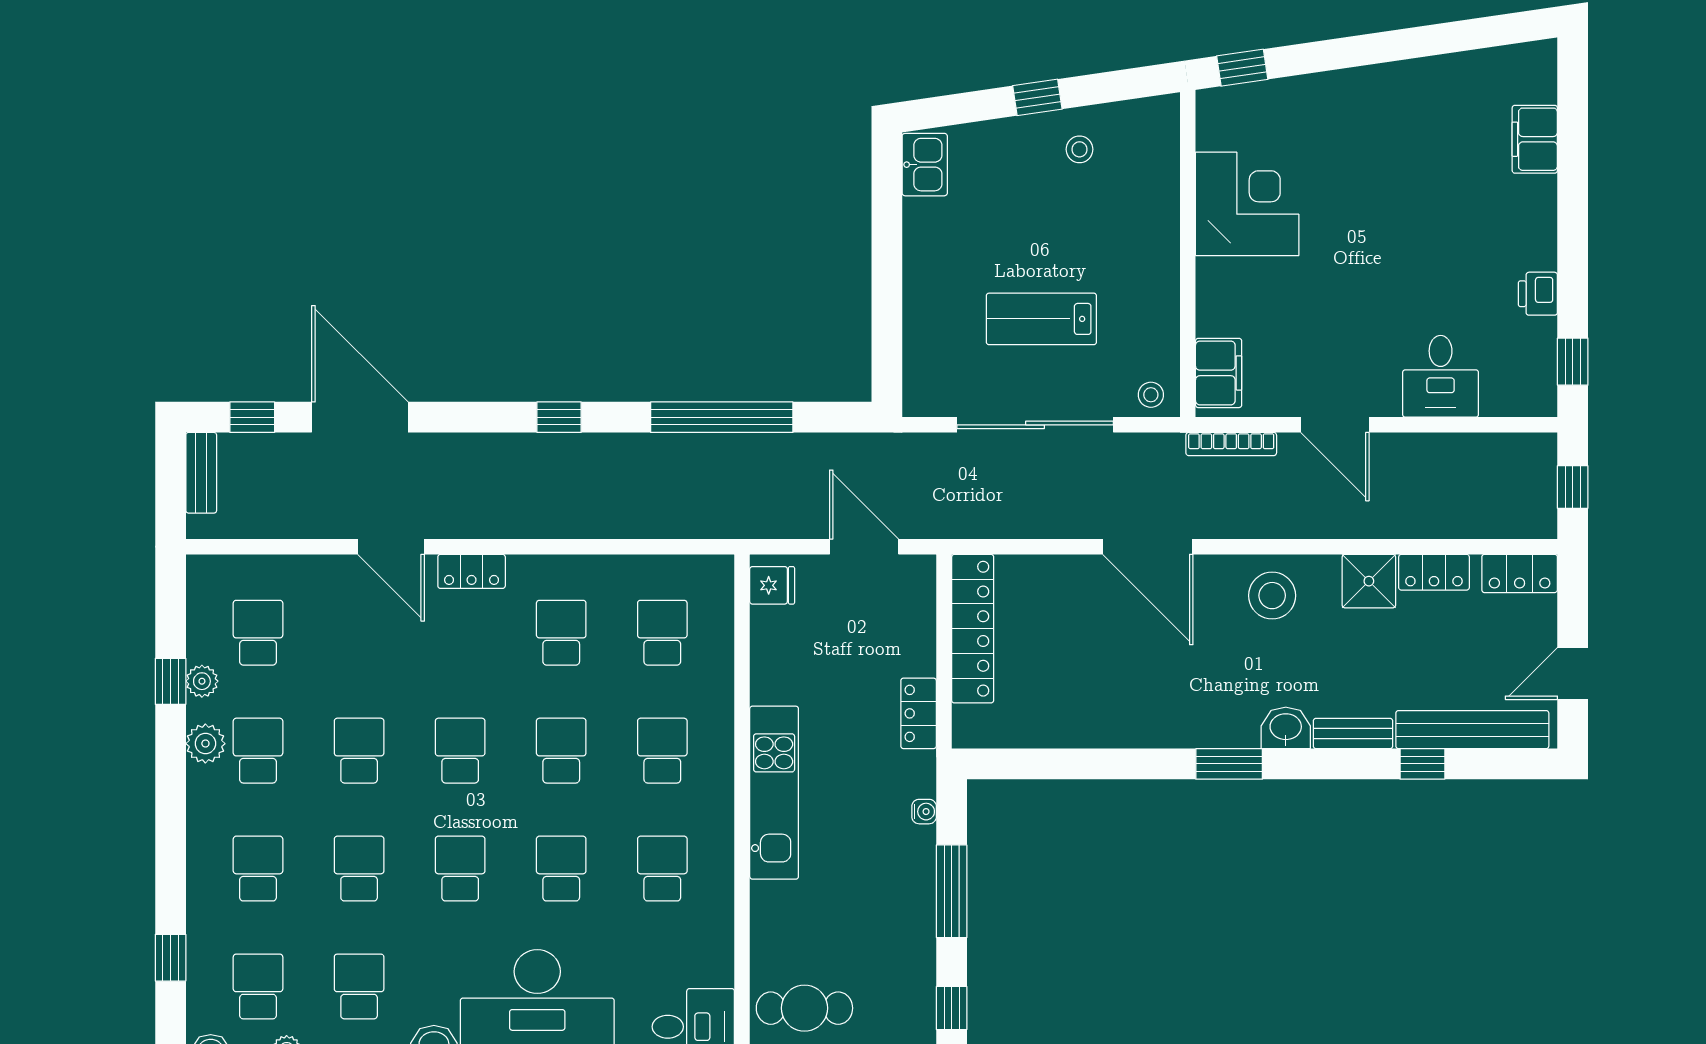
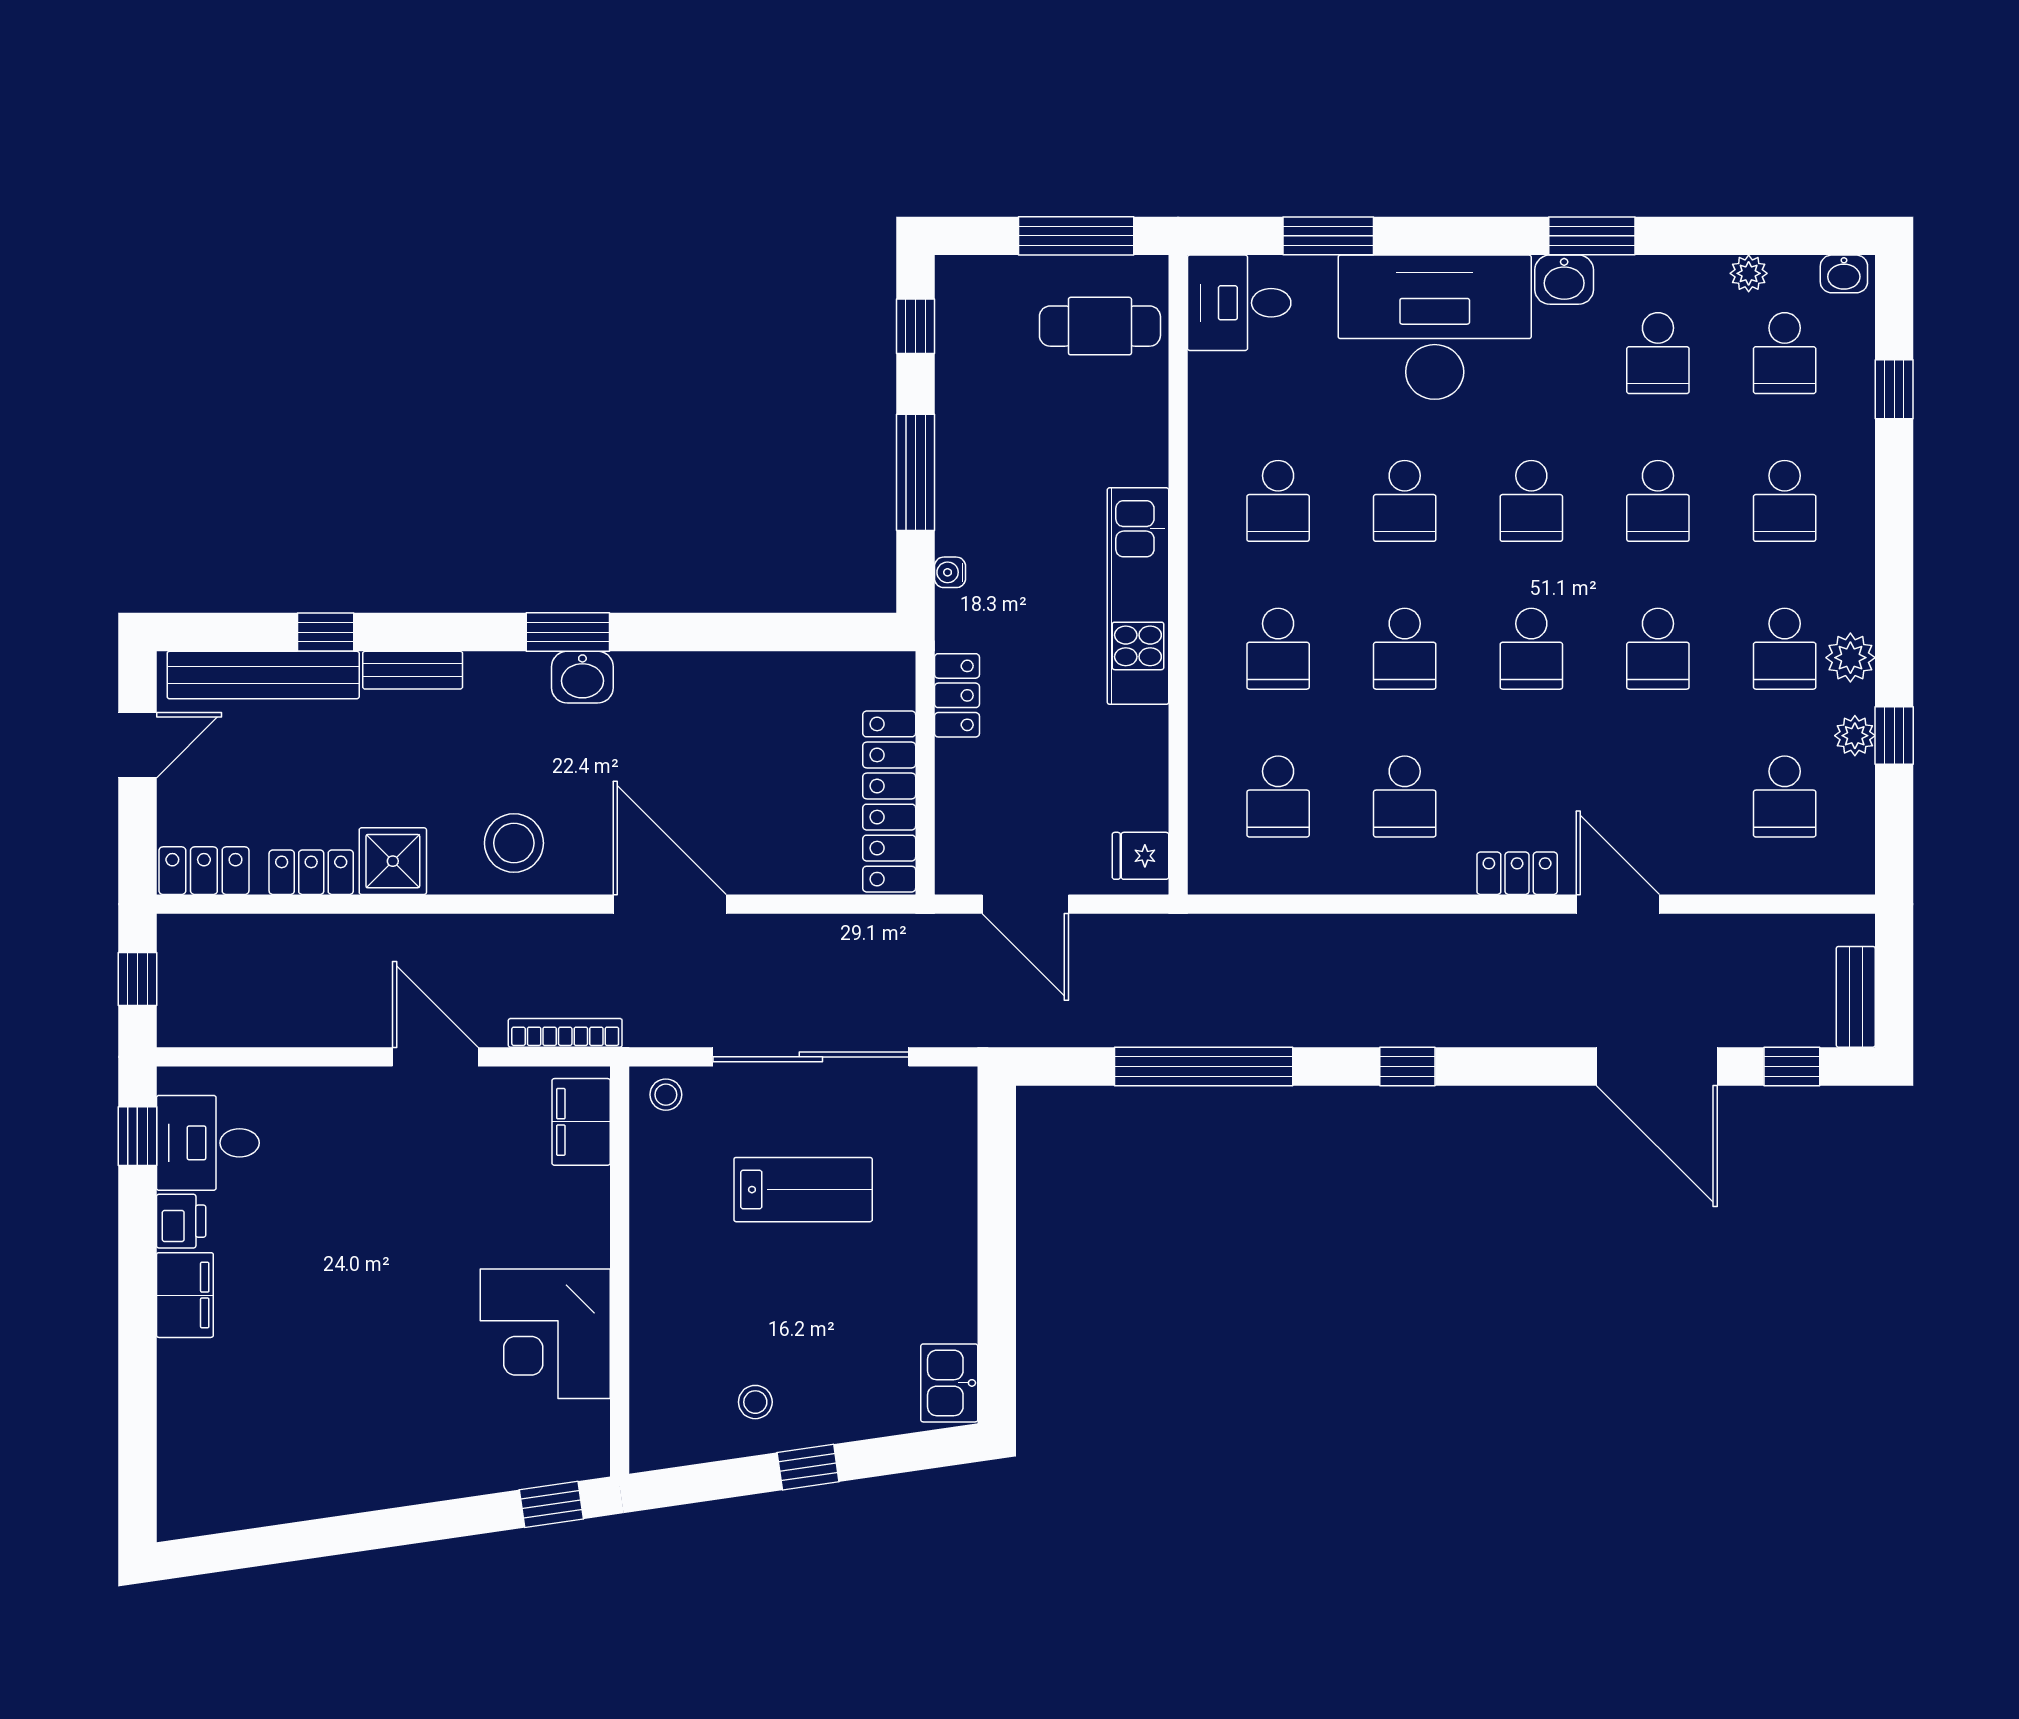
filing cabinet: (1535, 139) -> (185, 1295), moved
desk: (1441, 376) -> (208, 1143), moved, turned -90
washbasin: (1286, 728) -> (582, 677), moved

